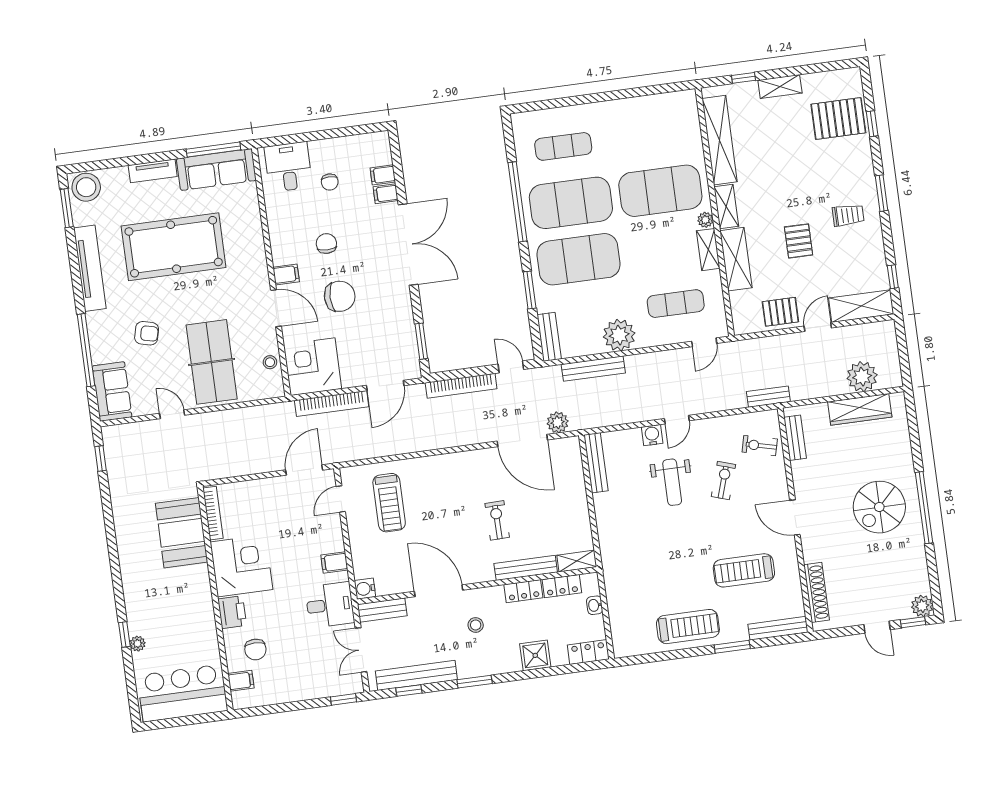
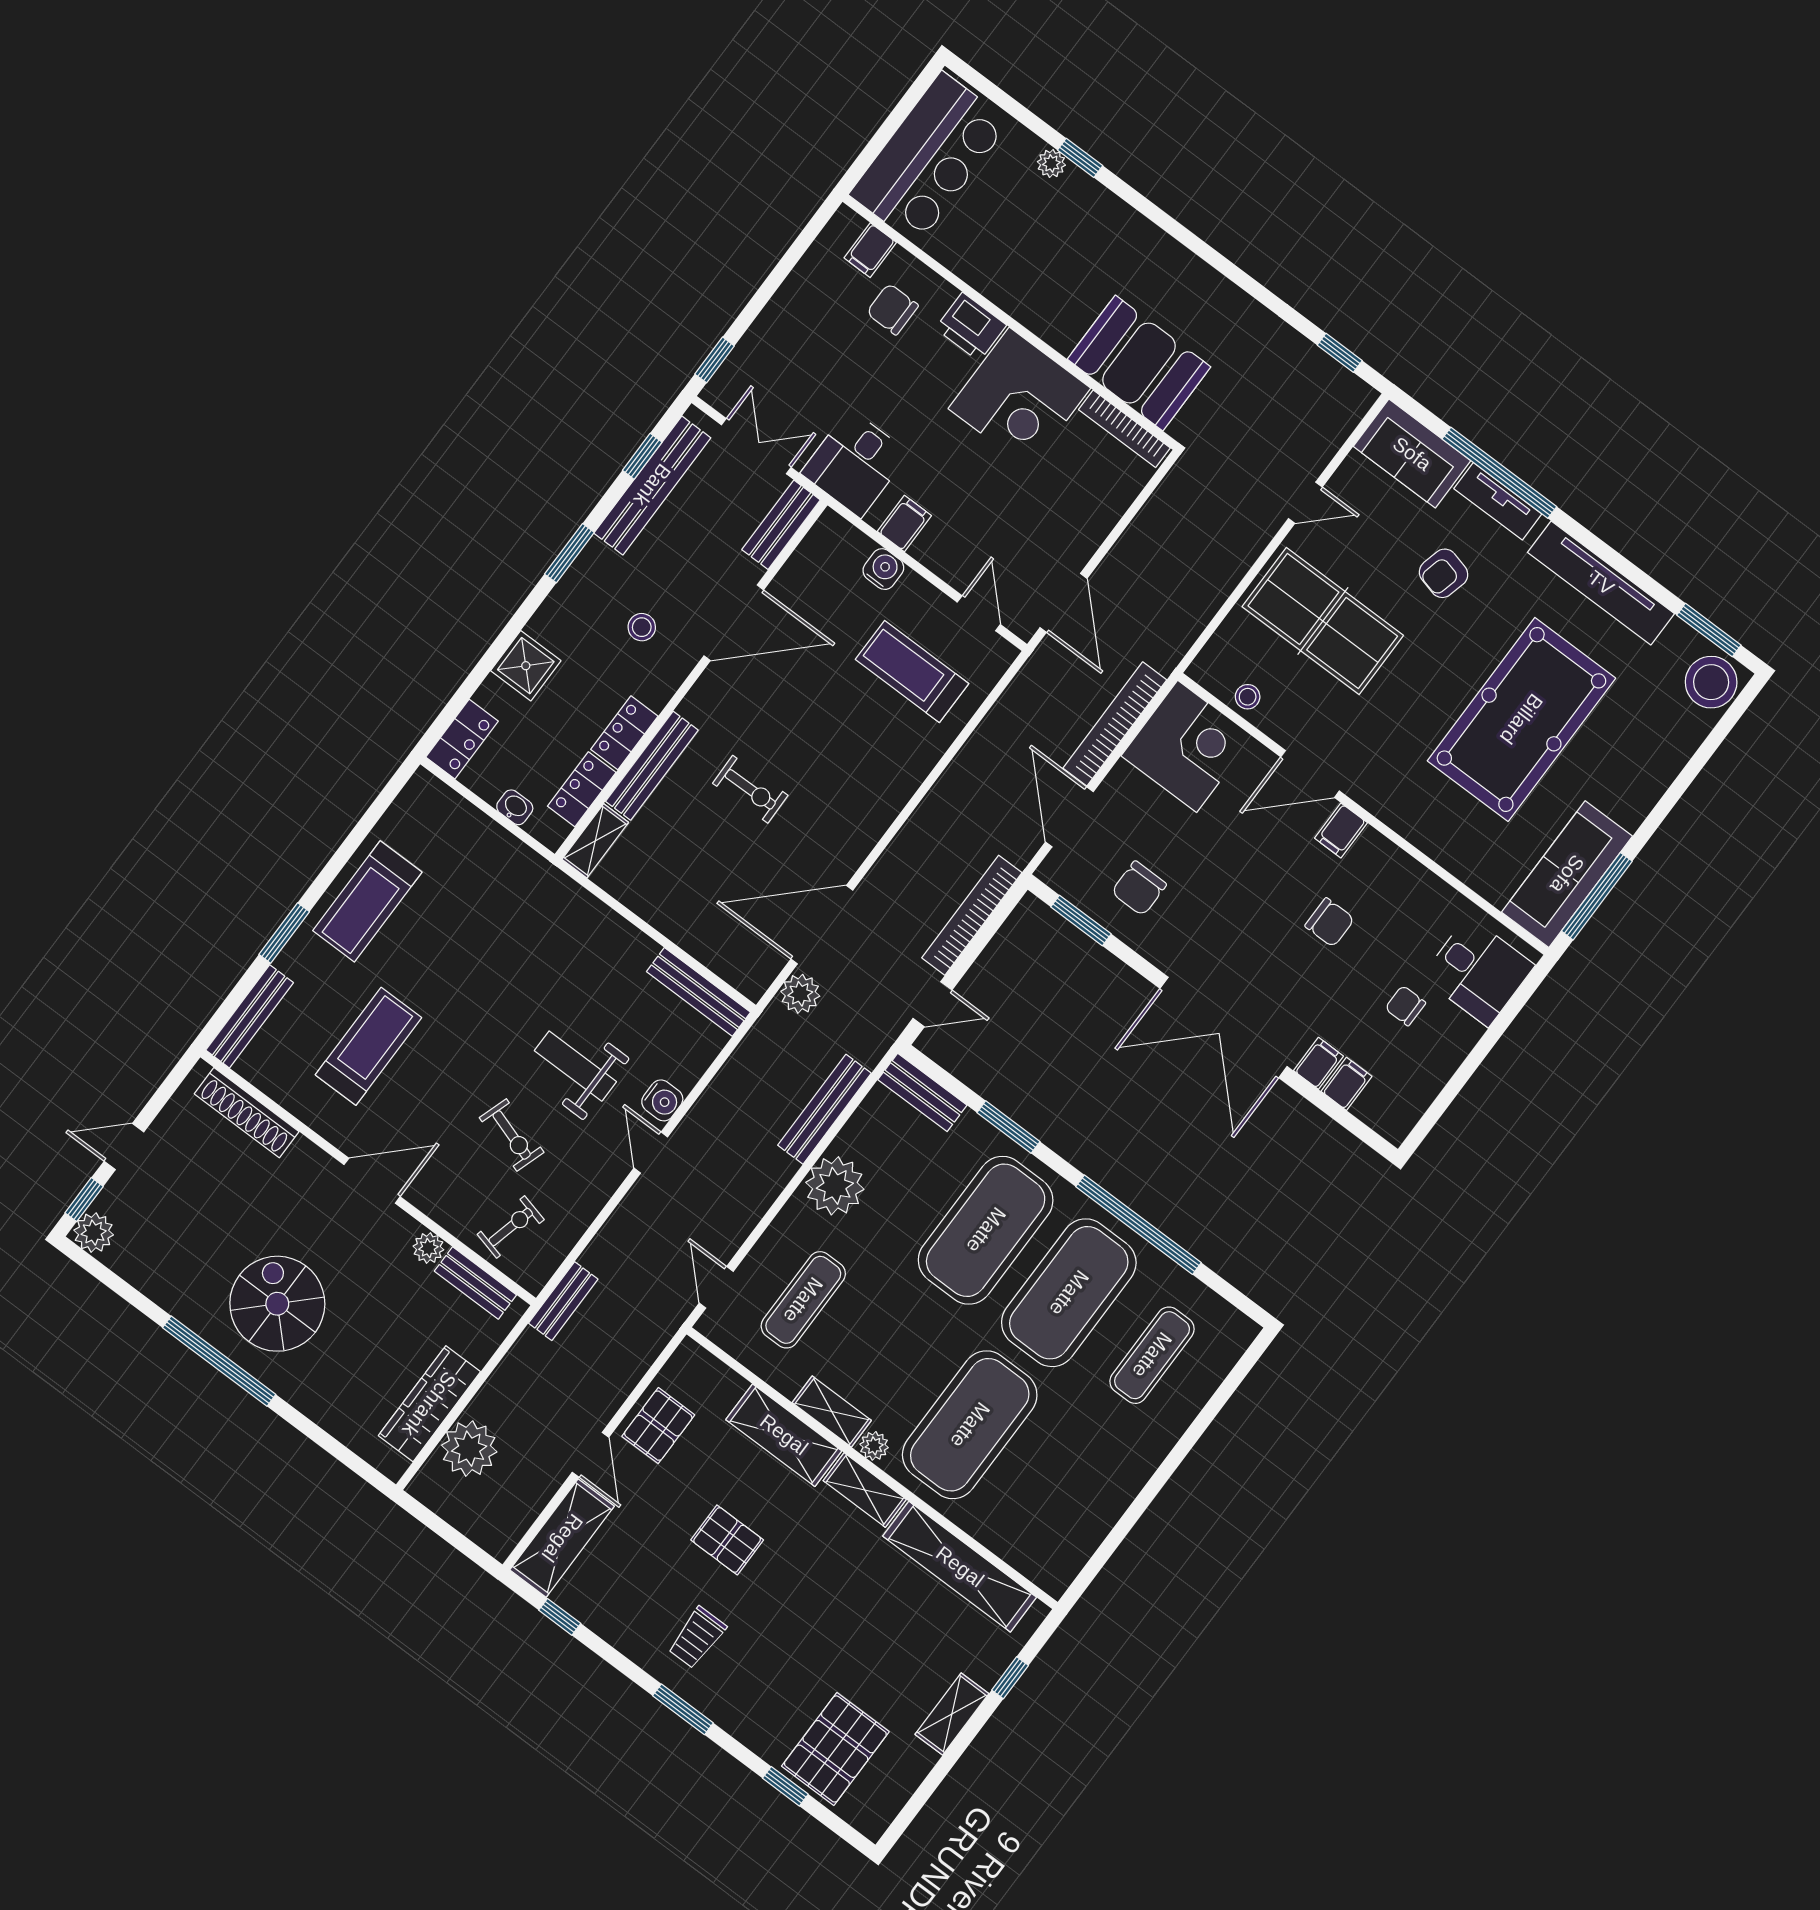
tv unit: (153, 171) -> (1498, 501), moved, turned -90
chair: (340, 296) -> (1139, 888), moved, width x0.73, depth x0.73
plant: (800, 470) -> (428, 1248), added
water cooler: (365, 589) -> (883, 569), moved

